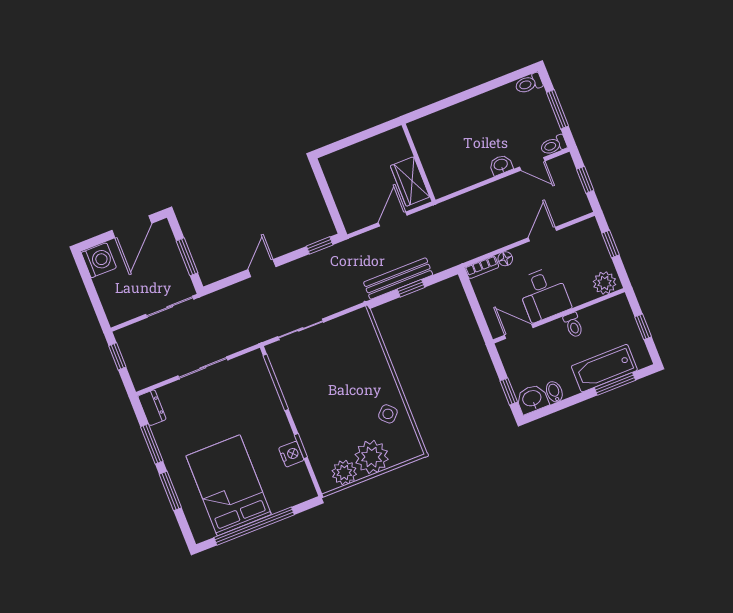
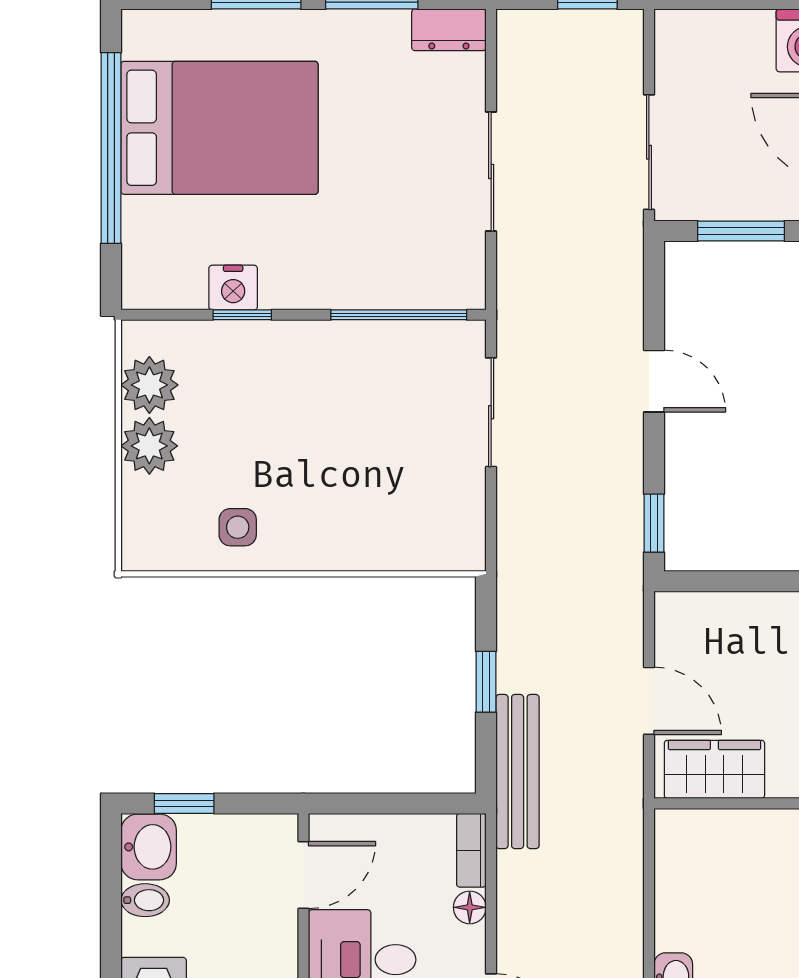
bench: (398, 279) -> (518, 772), moved
side table: (388, 414) -> (238, 527), turned 45
plant: (372, 457) -> (149, 446), width x0.73, depth x0.73

